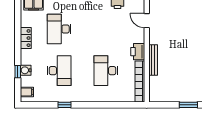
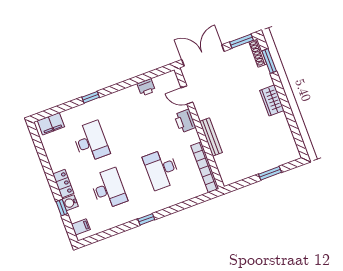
desk: (59, 29) -> (91, 142), turned 180
locker: (26, 38) -> (63, 184), moved
printer: (138, 52) -> (185, 121), moved
window: (64, 105) -> (146, 219), moved

